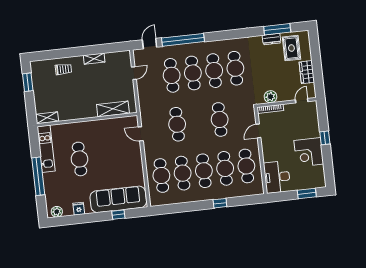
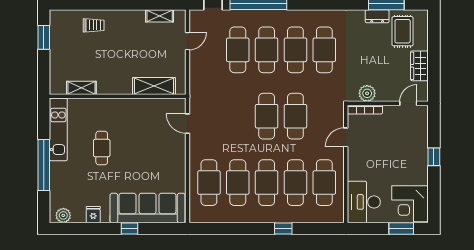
shelving: (94, 59) -> (160, 16), moved
shelving: (47, 118) -> (81, 88), moved
cafe table: (177, 124) -> (267, 116), moved
corner desk: (309, 152) -> (410, 204), moved
cafe table: (79, 159) -> (102, 148), width x0.73, depth x0.74
window: (118, 215) -> (130, 229), moved

